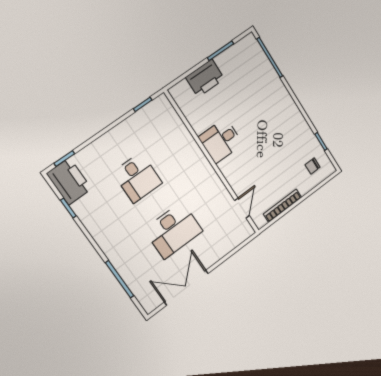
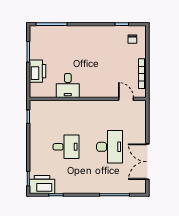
desk: (221, 141) -> (68, 86), moved

